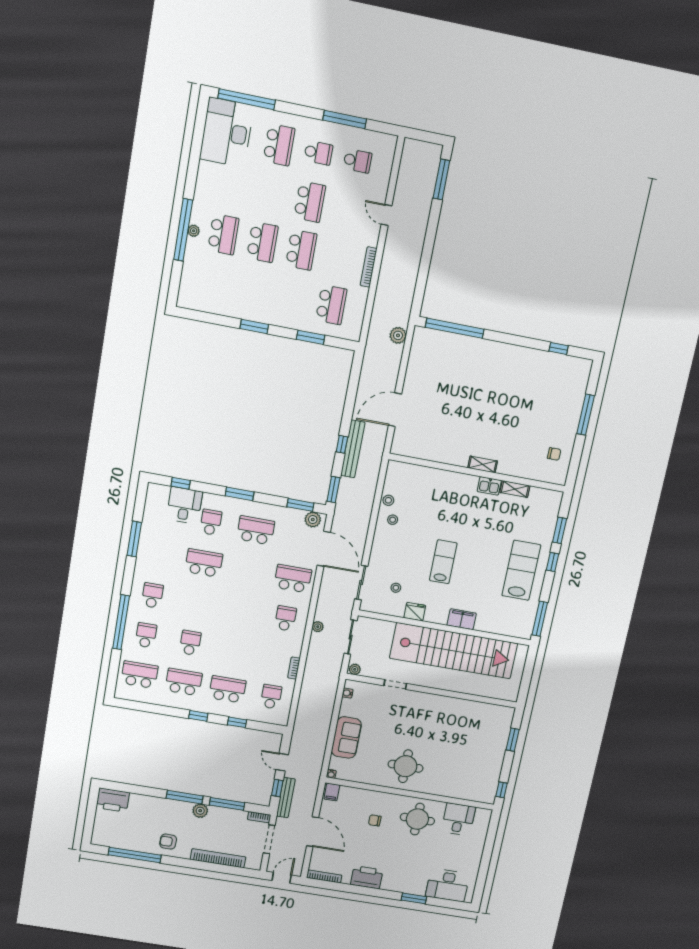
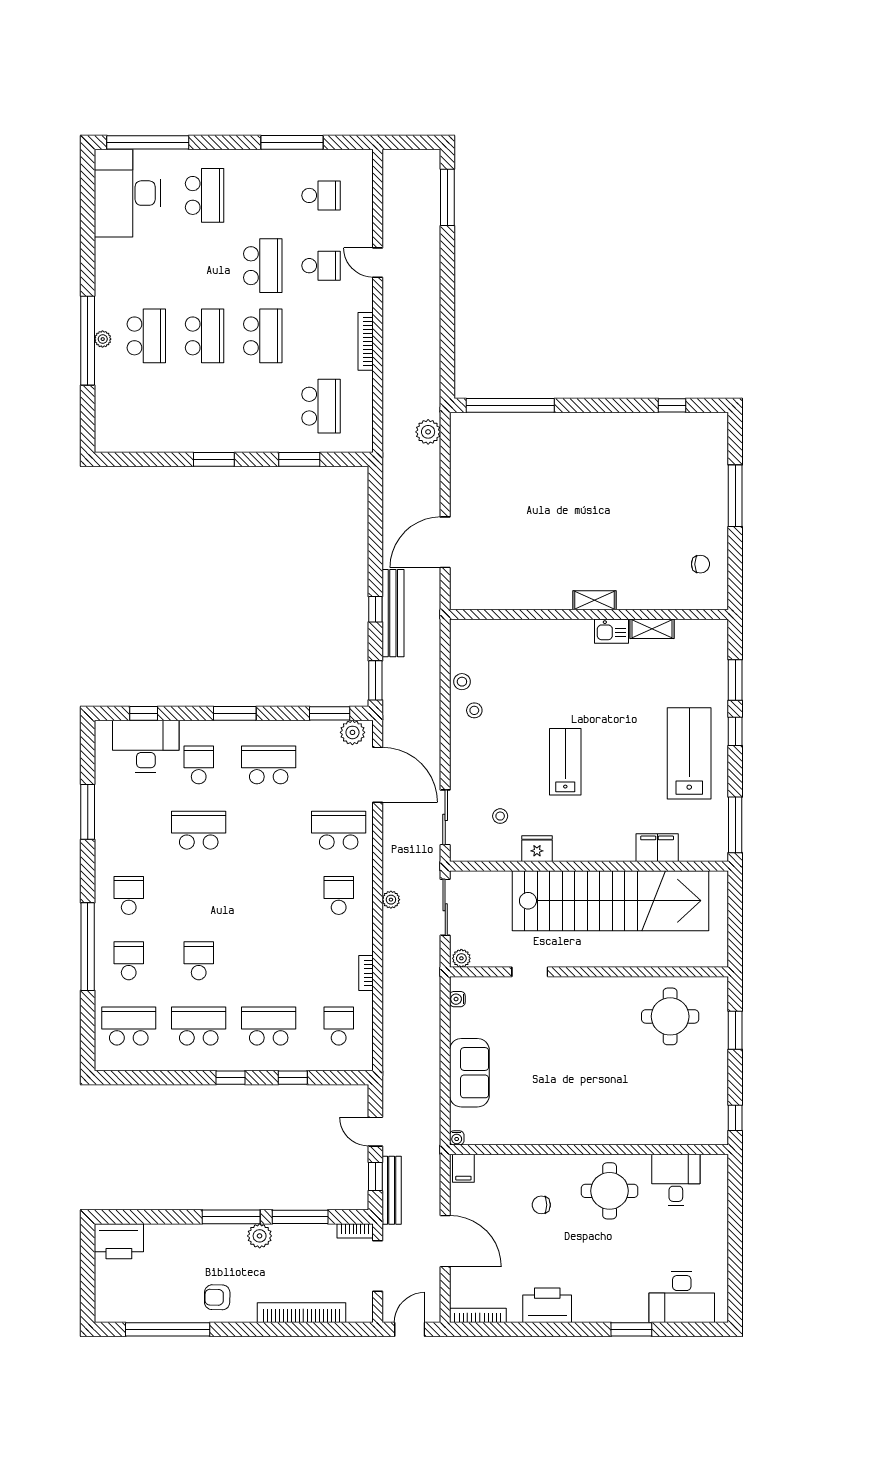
school desk: (318, 153) -> (321, 266), moved
desk: (184, 505) -> (146, 746), width x1.37
filing cabinet: (462, 619) -> (657, 848), moved
round table: (406, 766) -> (670, 1016), moved

